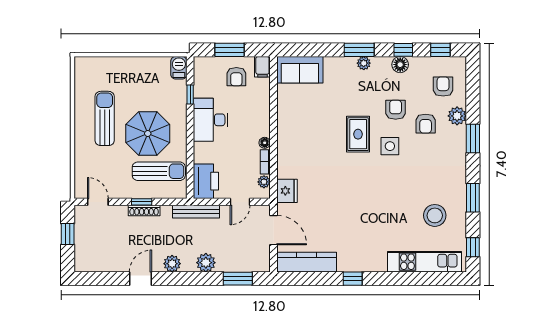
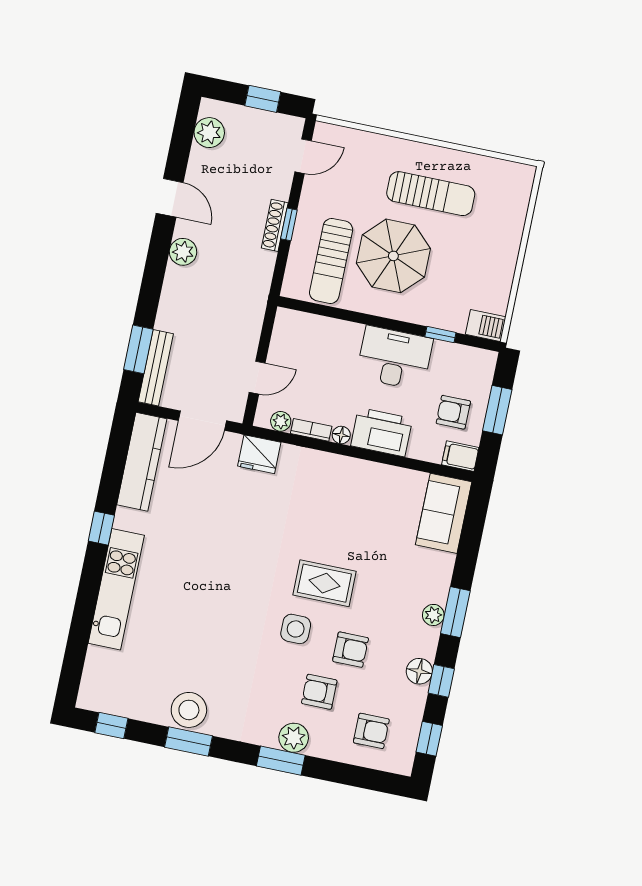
plant: (457, 116) -> (294, 738), moved
printer: (206, 181) -> (382, 432), moved, turned 180
door: (240, 202) -> (257, 378), swing flipped
bench: (196, 212) -> (156, 368), moved
stool: (435, 215) -> (189, 710), moved
kitchen unit: (424, 262) -> (116, 589), moved
plant: (206, 263) -> (209, 133), moved

